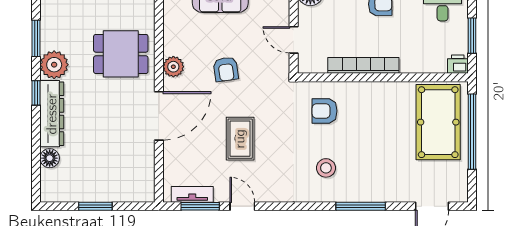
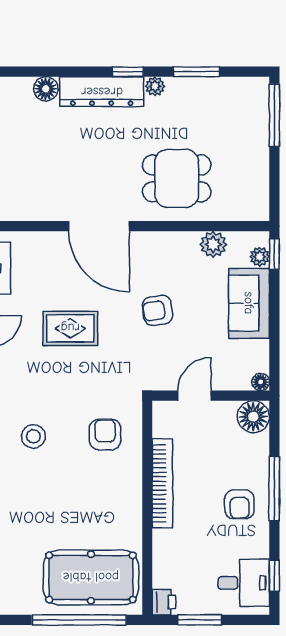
dining table: (121, 54) -> (177, 178), turned 90
plant: (54, 65) -> (155, 86), width x0.53, depth x0.53
plant: (173, 67) -> (213, 244), moved

